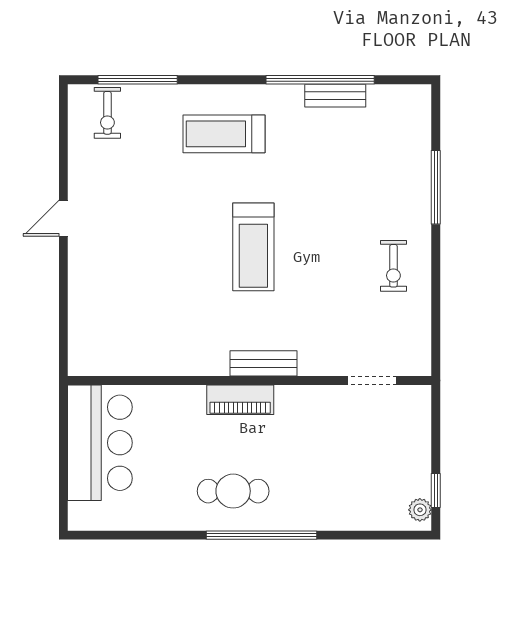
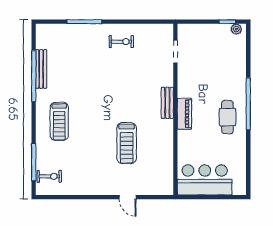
bench: (335, 96) -> (41, 69), width x1.36
door: (63, 218) -> (128, 197), moved
treadmill: (253, 247) -> (127, 143), moved, turned 90

